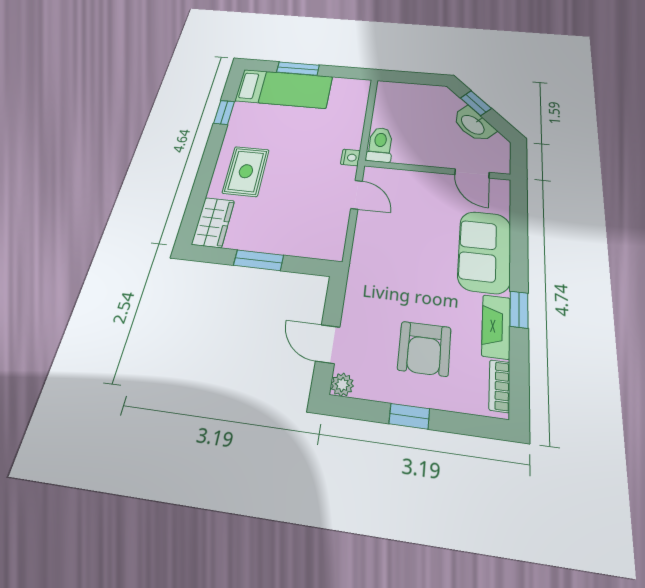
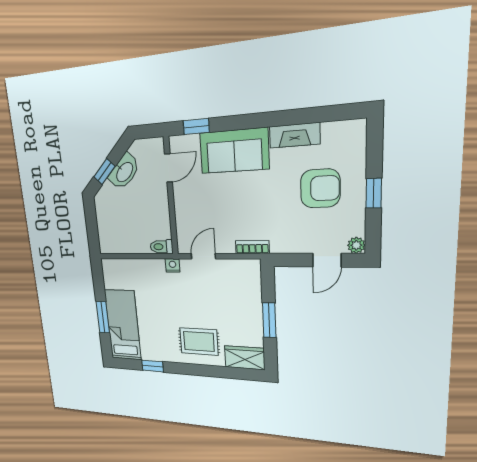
toilet: (380, 145) -> (161, 247), width x0.73, depth x0.72
window: (519, 310) -> (196, 127), moved
bookcase: (499, 386) -> (252, 247), moved, turned 180

